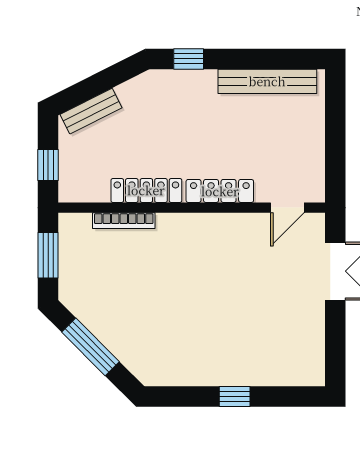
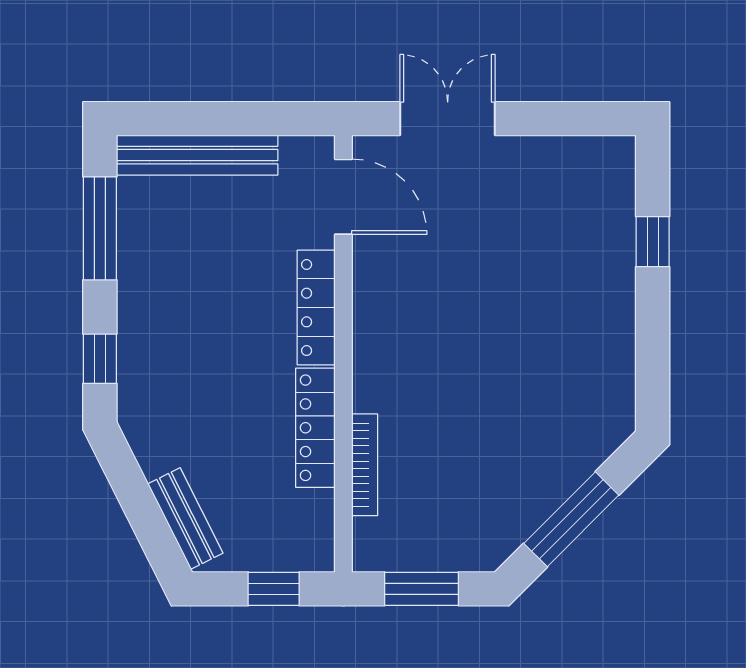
window: (268, 59) -> (100, 228), added
bench: (267, 81) -> (197, 155), moved, turned 90
door: (287, 208) -> (343, 197), width x1.38
window: (235, 397) -> (653, 242), moved

